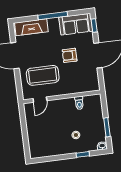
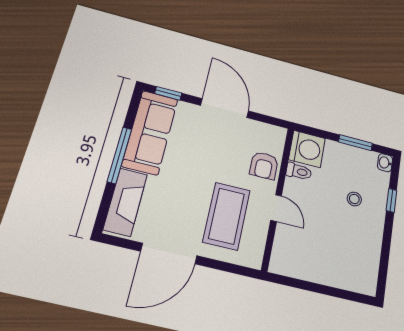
sofa: (76, 24) -> (150, 132), width x1.36
armchair: (70, 55) -> (264, 166), moved
door: (40, 100) -> (276, 208), moved
washing machine: (93, 103) -> (307, 149), added

